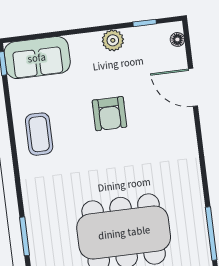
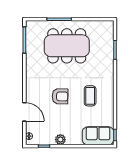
armchair: (109, 114) -> (60, 96), moved, turned 91
coffee table: (39, 134) -> (90, 96), moved

